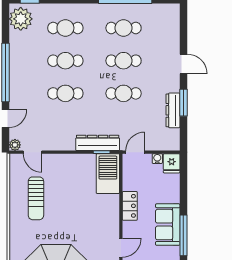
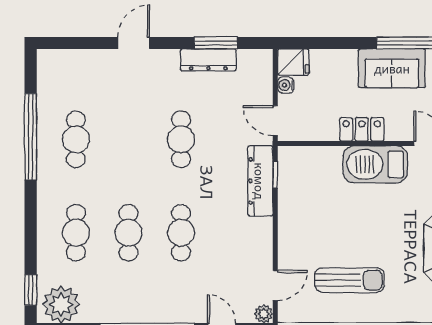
cafe table: (124, 61) -> (128, 139), removed
window: (183, 103) -> (216, 43), moved
barbecue: (108, 174) -> (375, 164), moved

